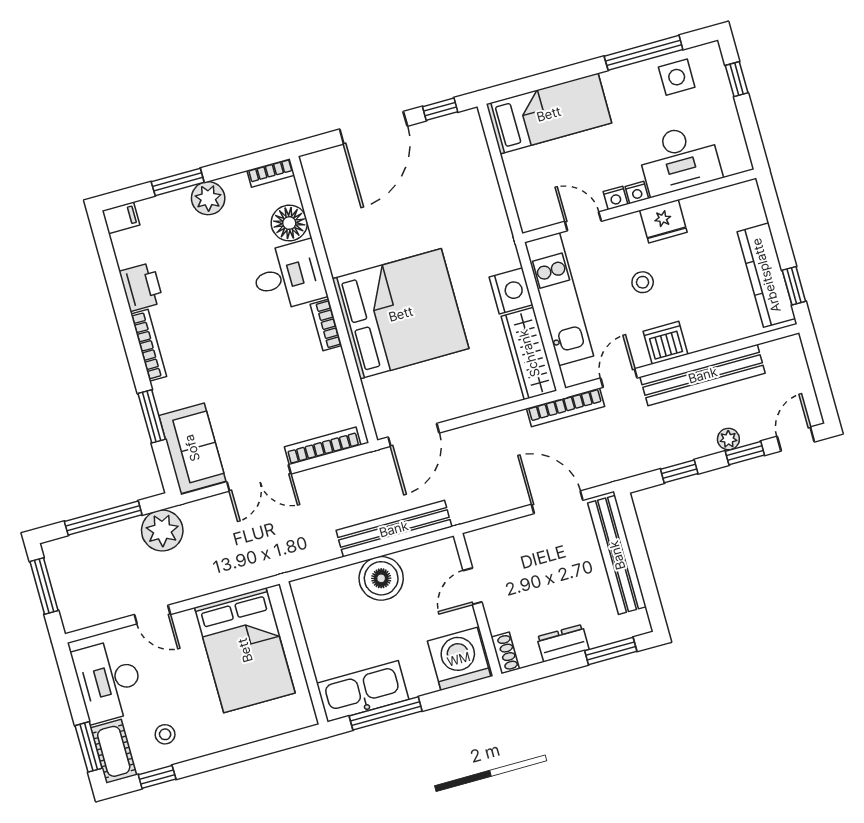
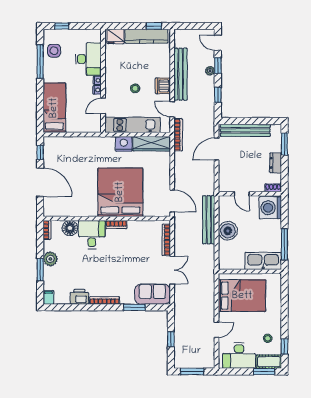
fridge: (663, 221) -> (115, 36), moved, turned 90
window: (103, 518) -> (171, 339), width x0.46
plant: (162, 531) -> (183, 316), removed
kitchen sink: (363, 691) -> (263, 261), moved, turned 90

